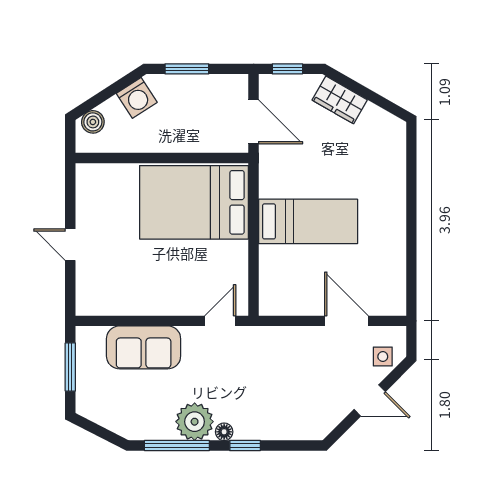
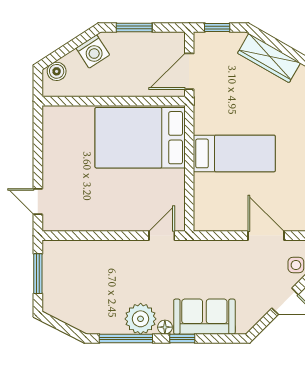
wardrobe: (340, 100) -> (269, 58), width x1.50
door: (254, 122) -> (189, 71), swing flipped
door: (70, 245) -> (38, 202), moved
sofa: (144, 347) -> (204, 317), moved, turned 180

